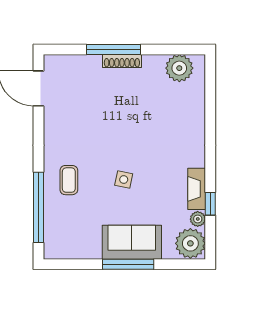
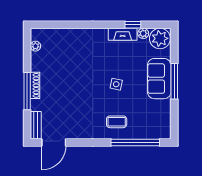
bench: (64, 62) -> (36, 125), added
plant: (179, 68) -> (35, 46), width x0.53, depth x0.53

